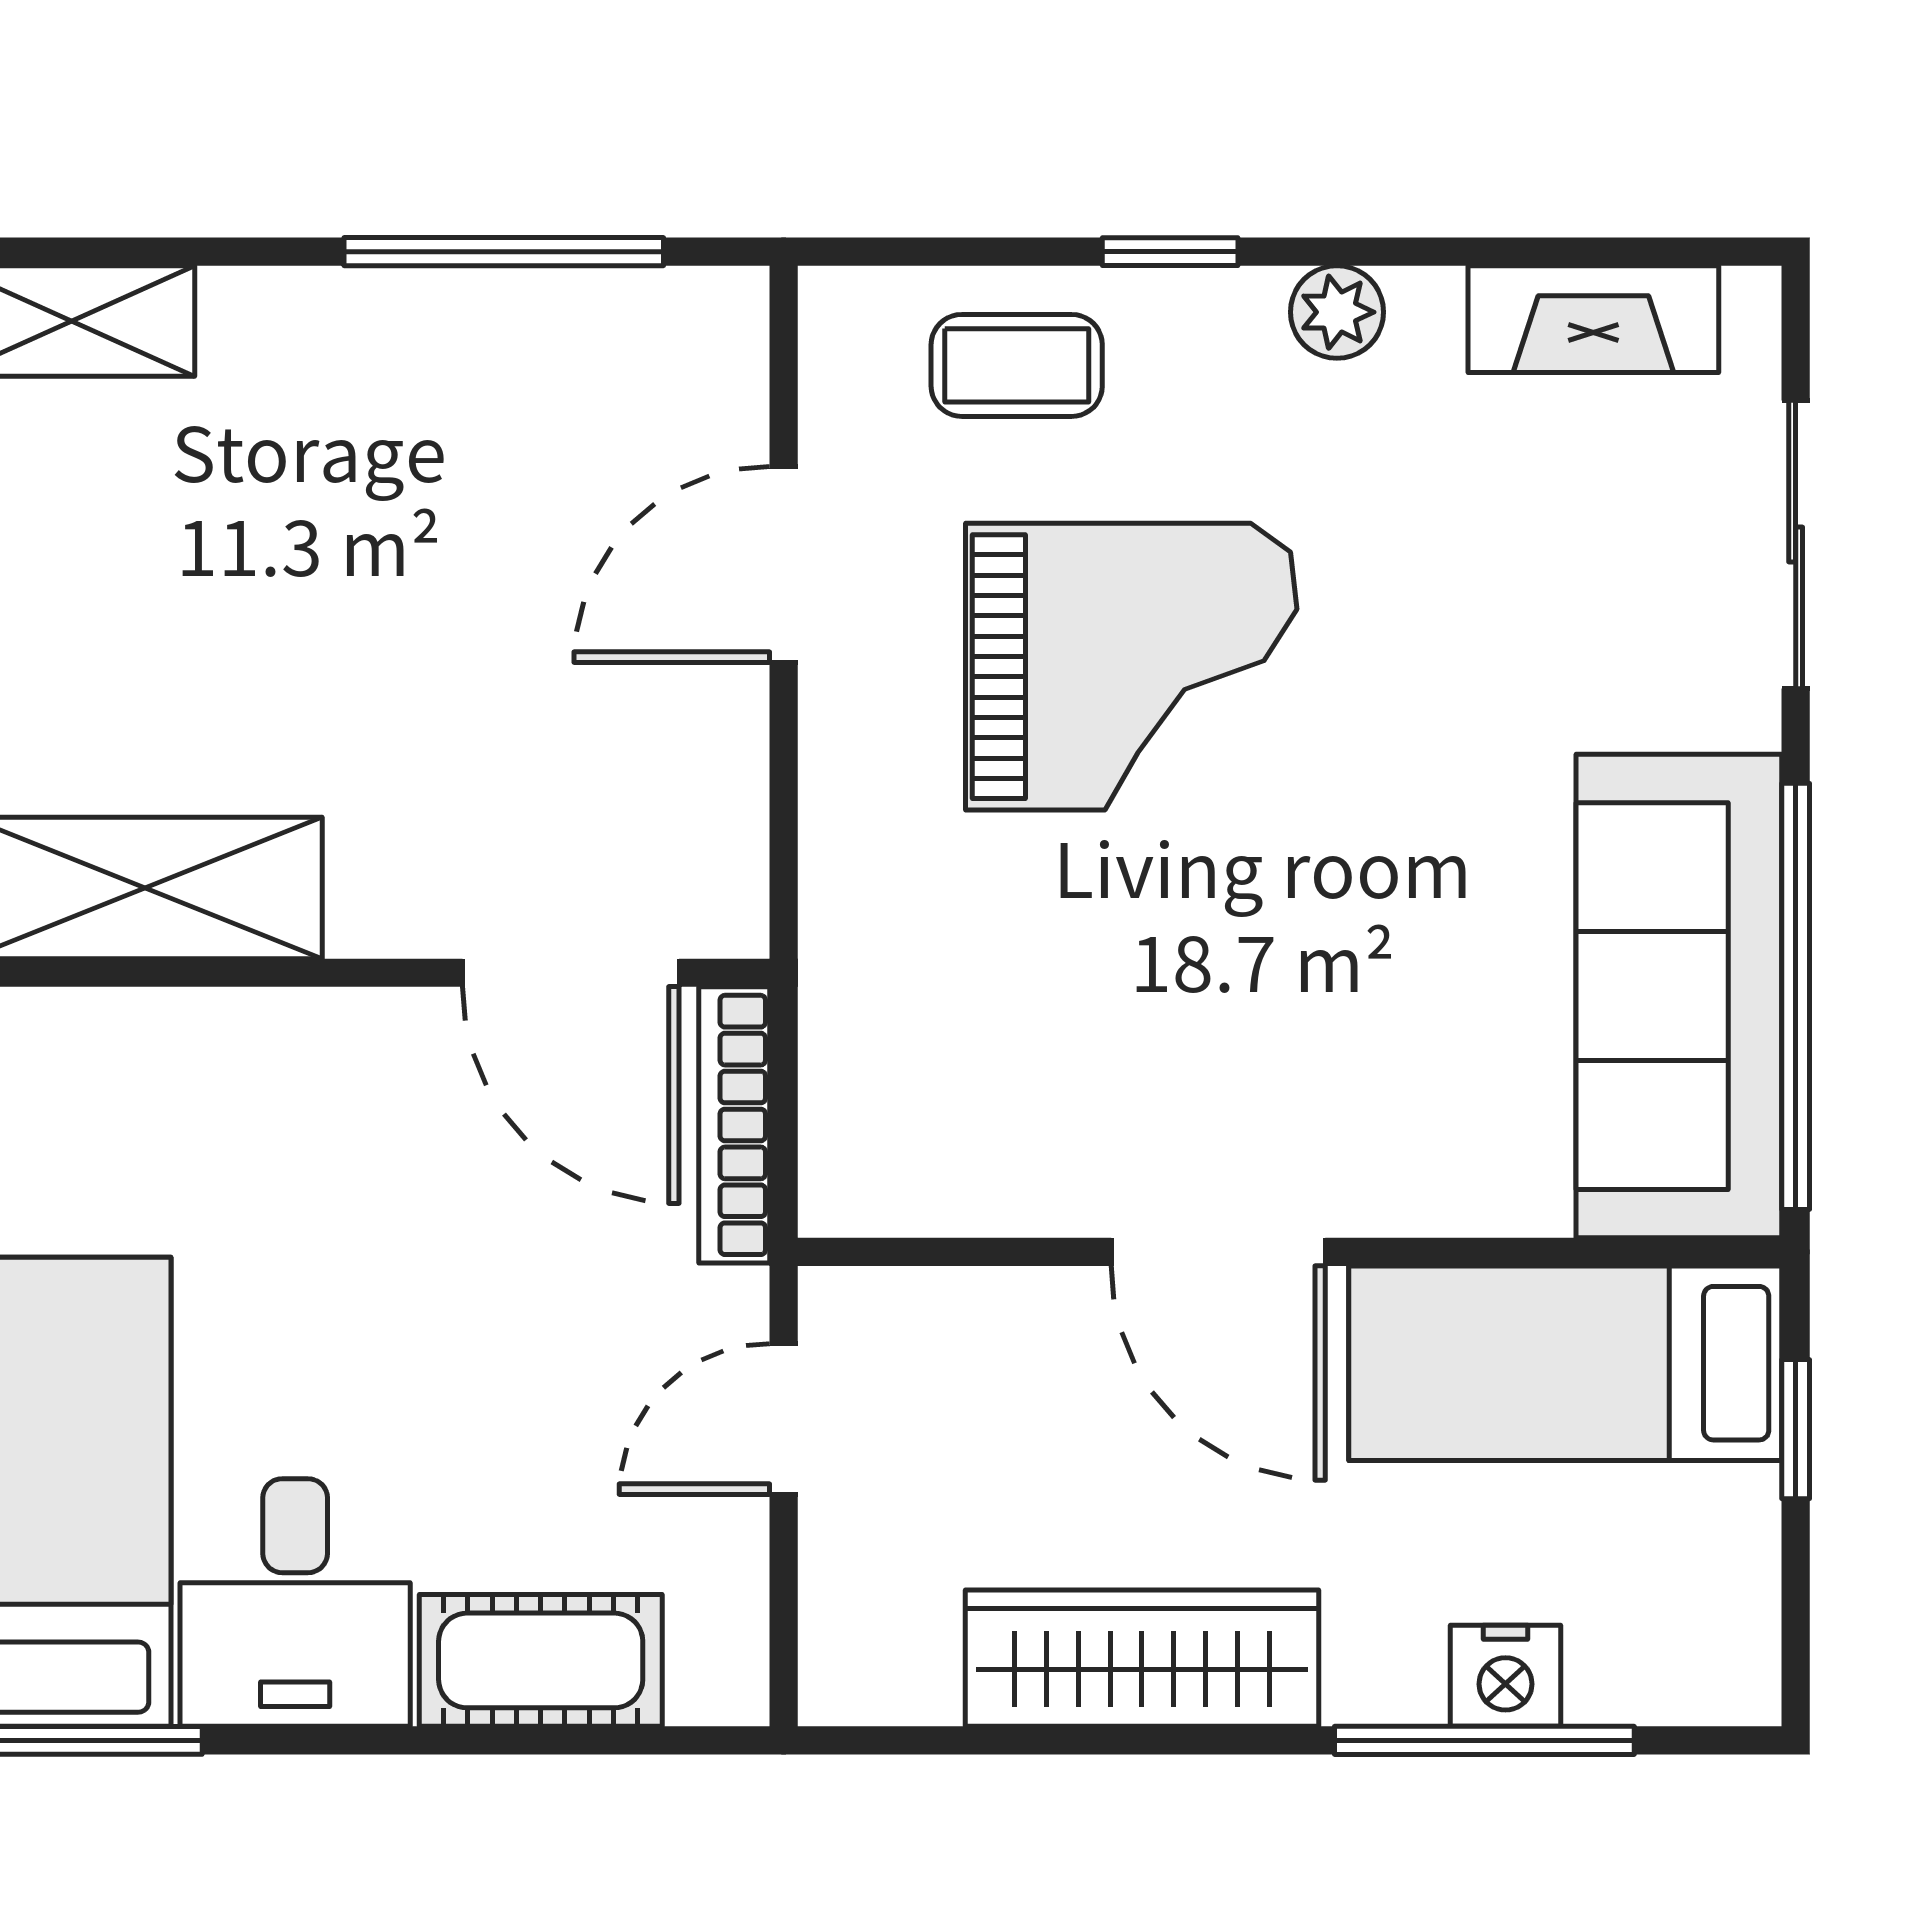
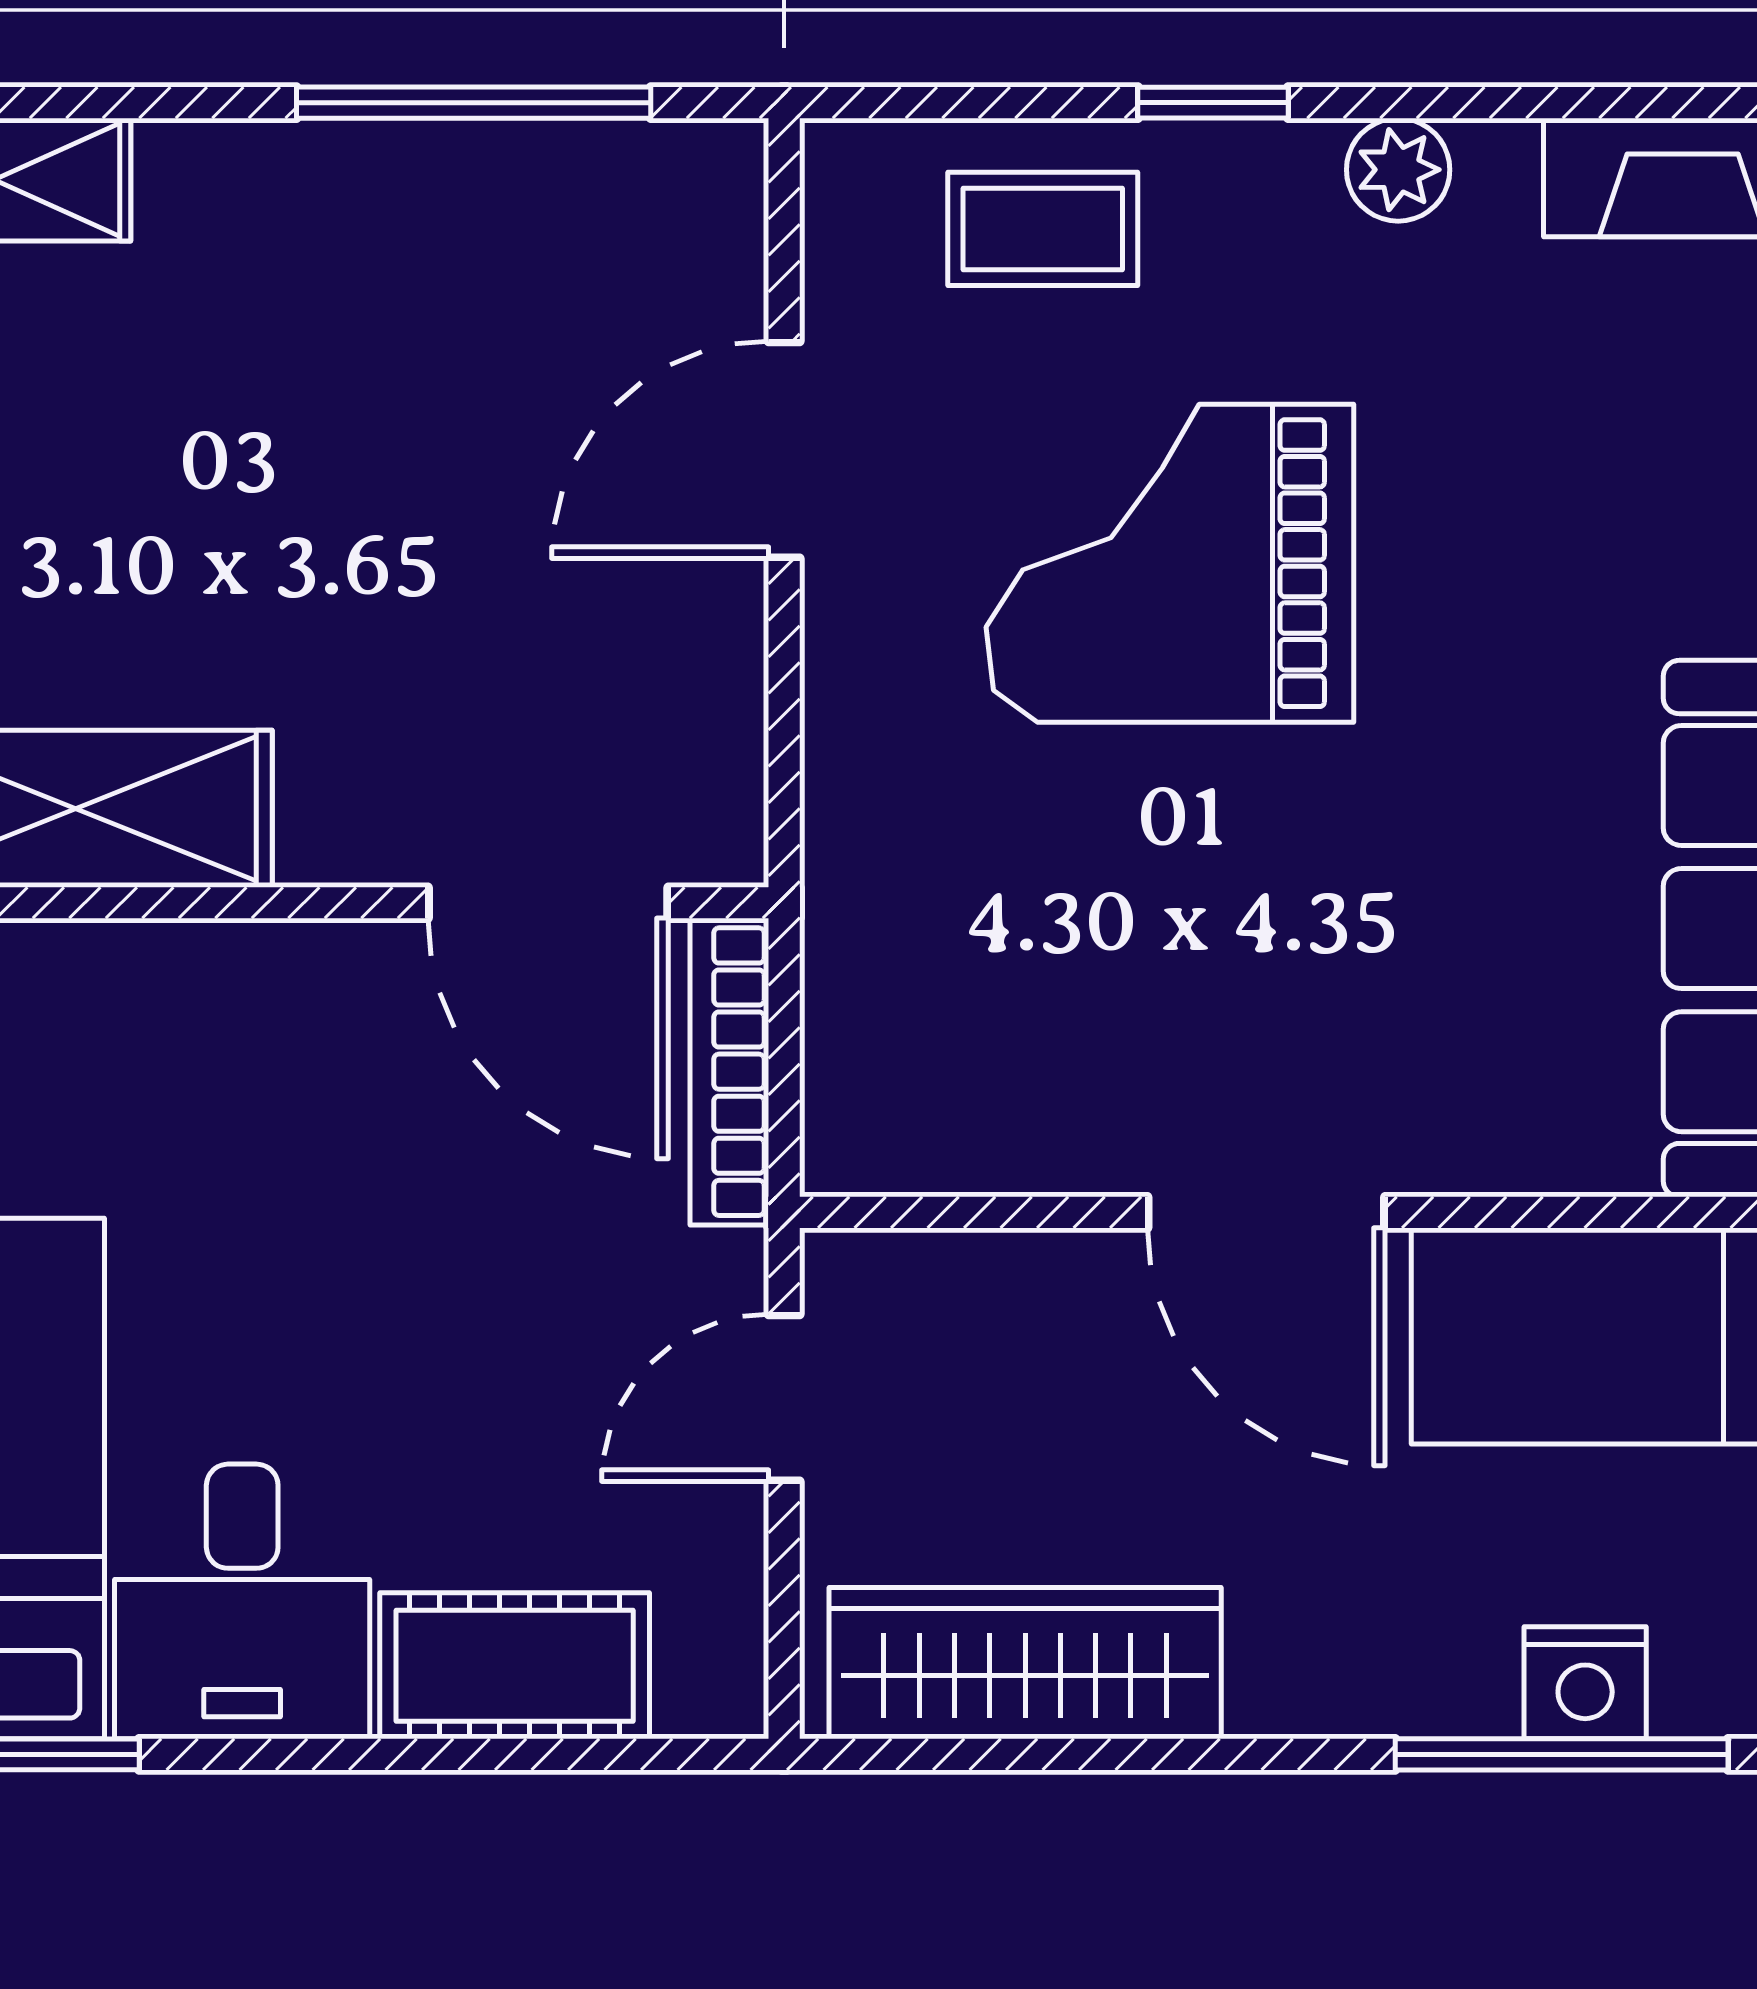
grand piano: (1131, 667) -> (1170, 563), turned 180
wardrobe: (1142, 1658) -> (1025, 1663), moved

